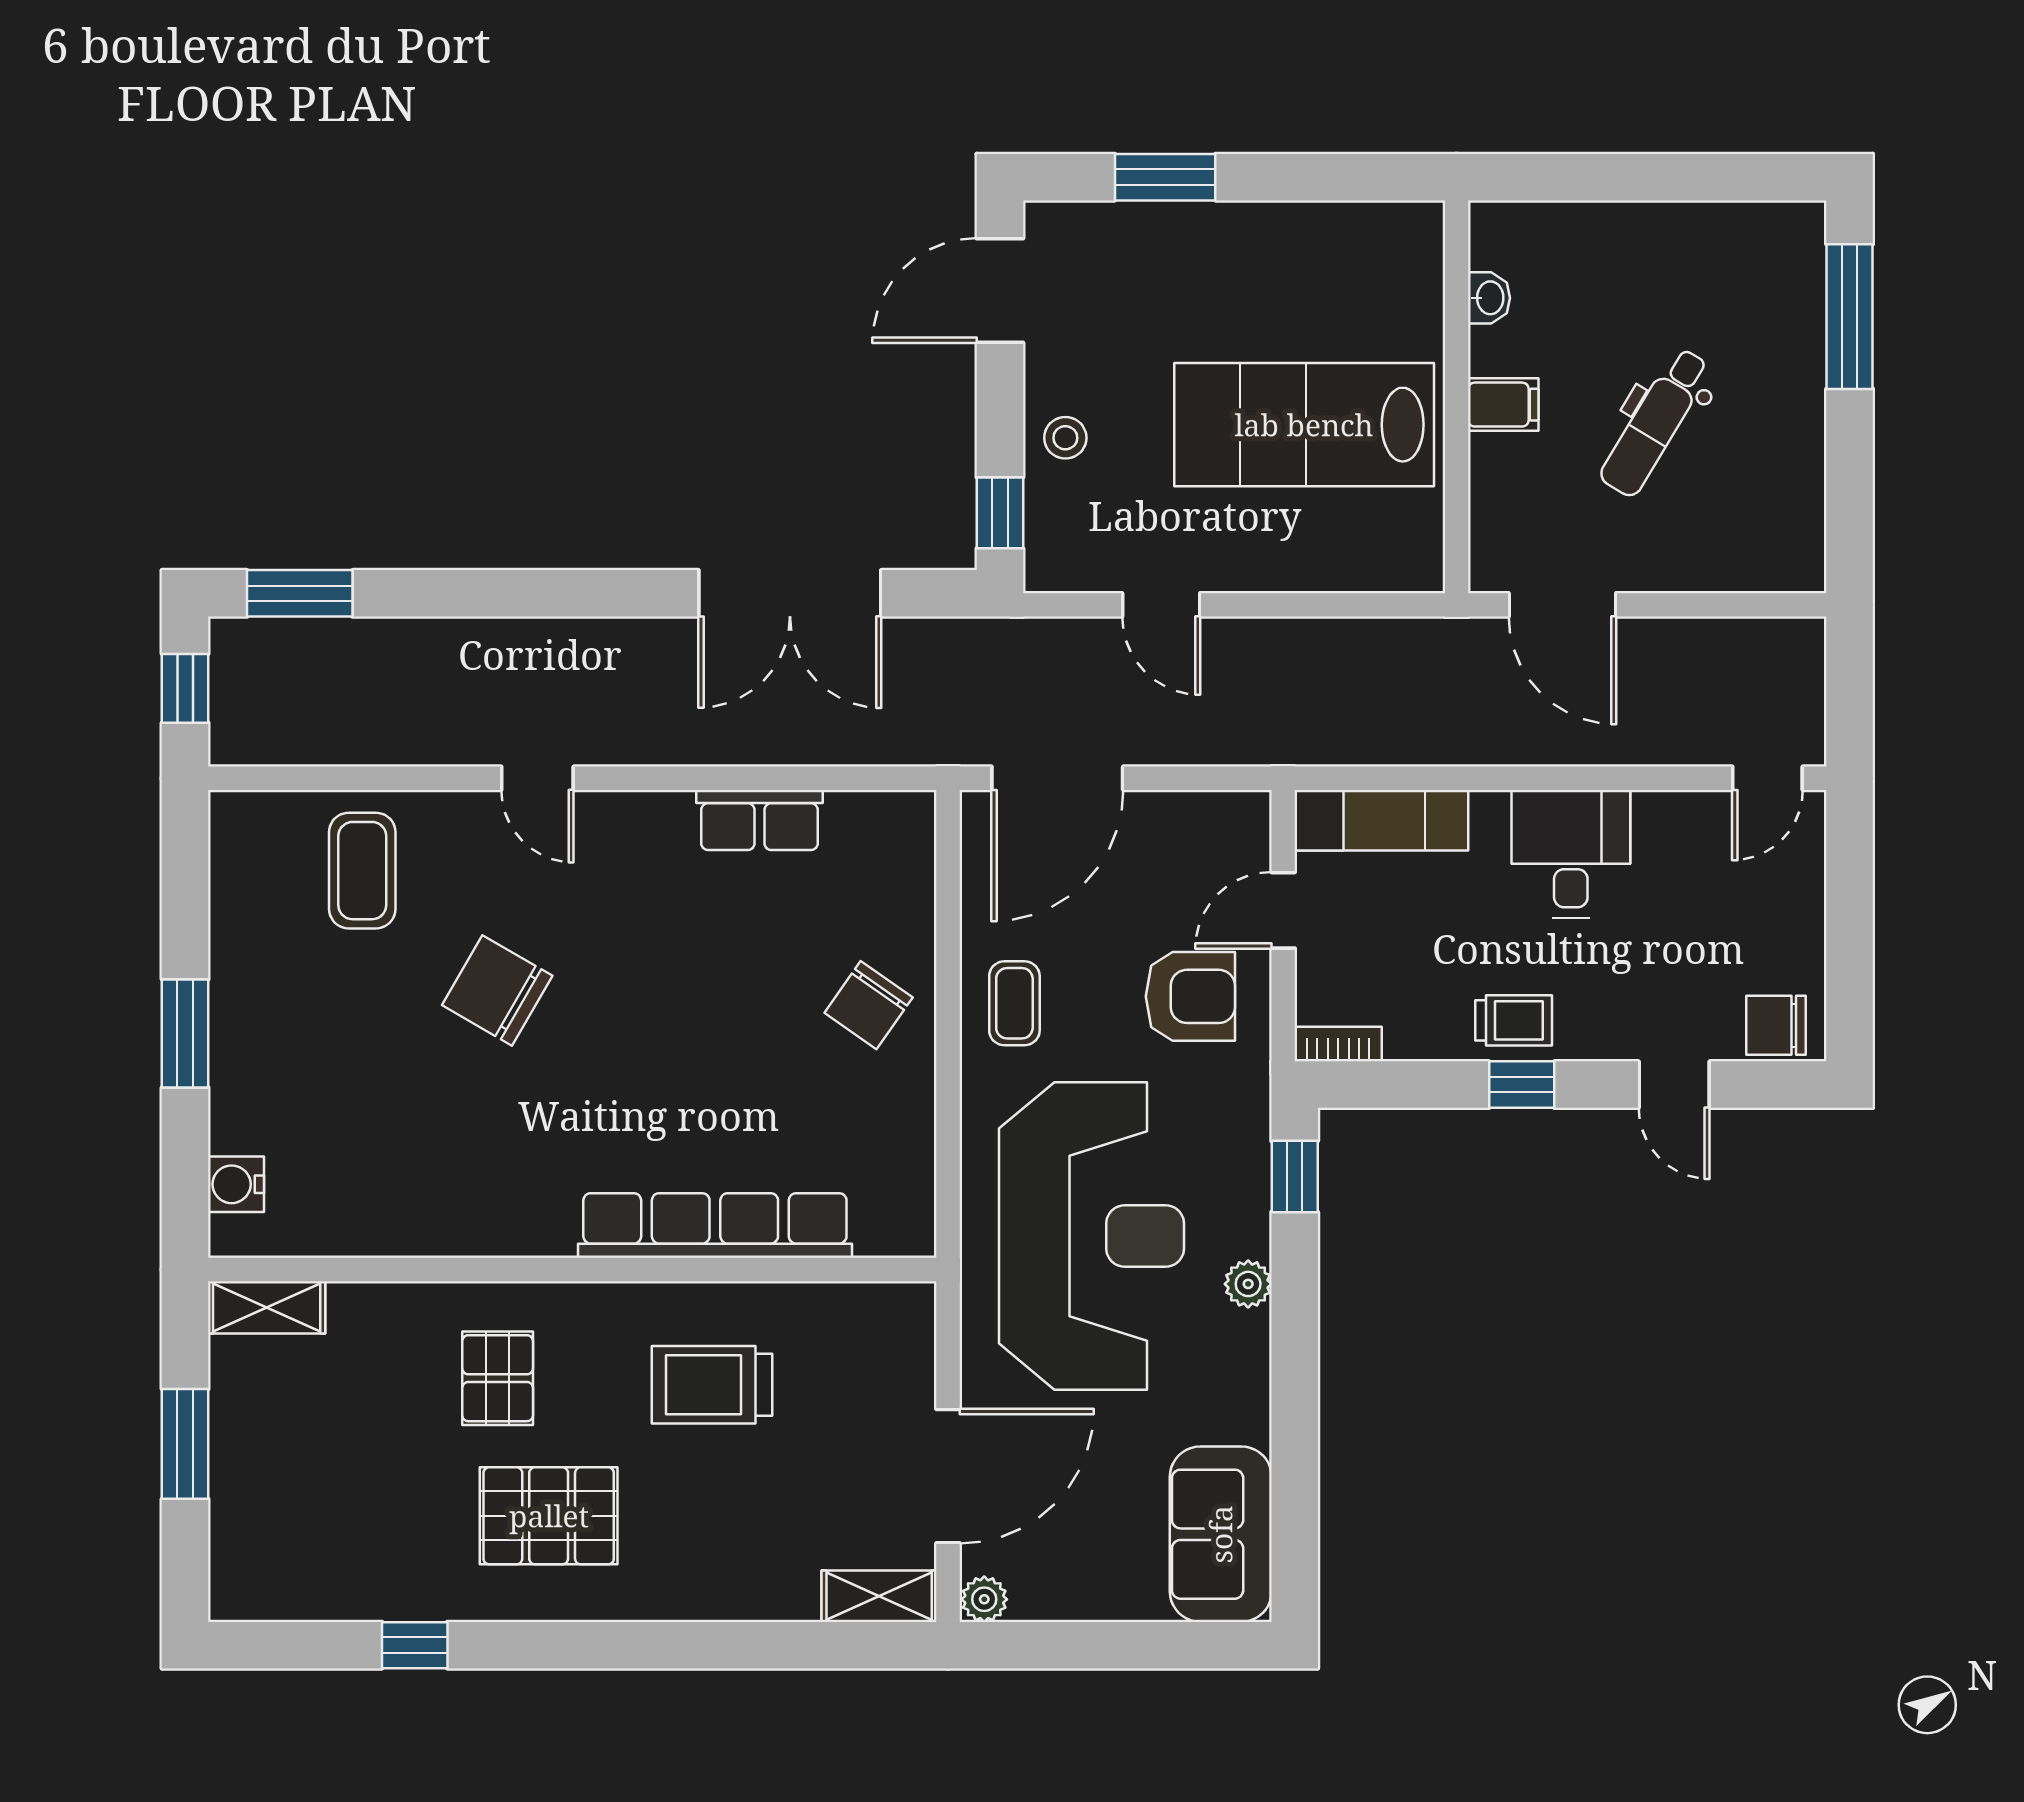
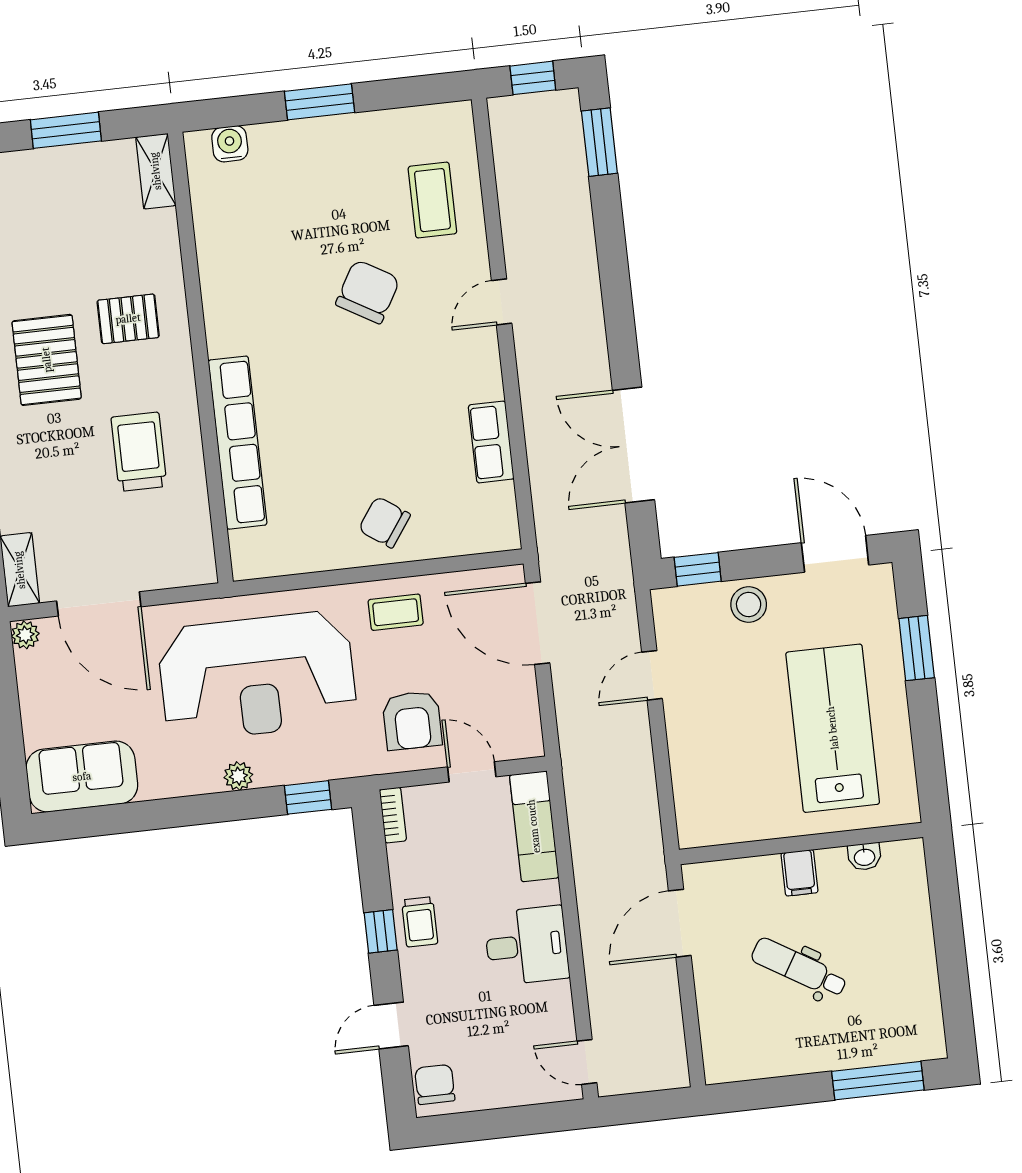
lab bench: (1304, 425) -> (833, 728), moved
stool: (1065, 438) -> (749, 605), width x1.37, depth x1.37
coffee table: (362, 871) -> (432, 200), turned 90

